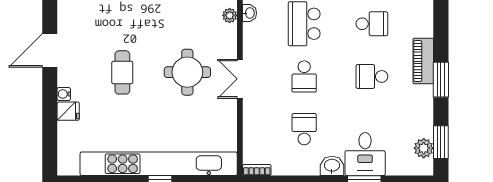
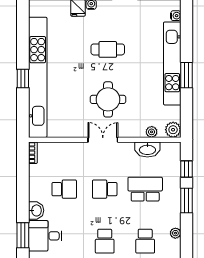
washbasin: (249, 13) -> (147, 149), width x1.91, depth x1.45
school desk: (372, 76) -> (105, 241), turned 180

